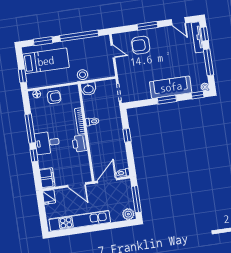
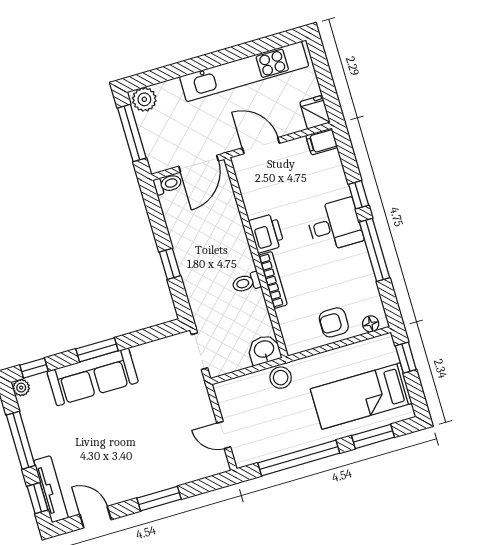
armchair: (141, 45) -> (167, 456), removed
filing cabinet: (47, 178) -> (322, 141), width x0.50

